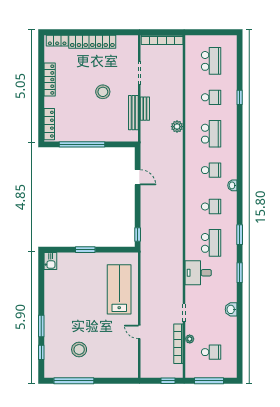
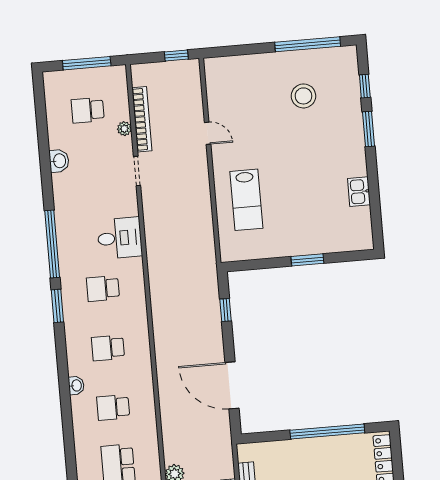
door: (138, 177) -> (232, 385), width x1.88
window: (138, 235) -> (225, 310), moved
school desk: (211, 243) -> (103, 289), width x0.54
kitchen sink: (50, 261) -> (359, 192), moved
window: (240, 273) -> (52, 244), width x2.11
lab bench: (119, 289) -> (246, 200), width x0.73, depth x0.72
washbasin: (231, 309) -> (59, 161), moved
window: (168, 381) -> (176, 55), moved

